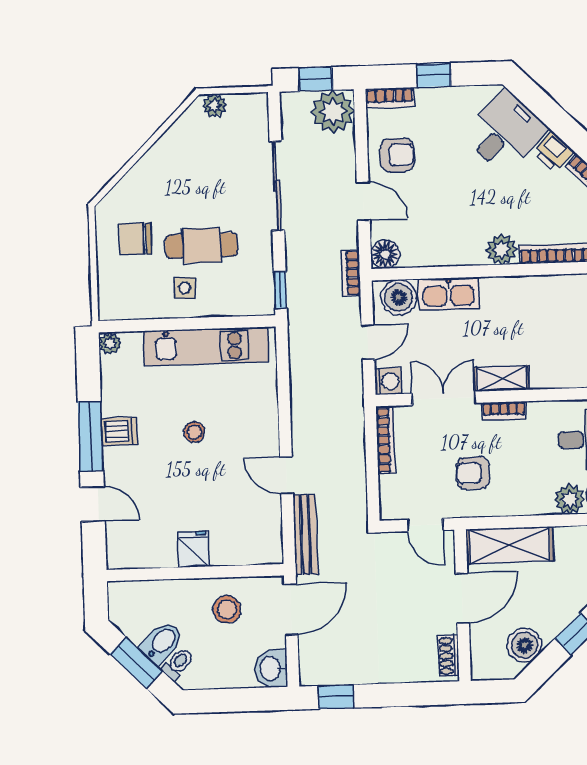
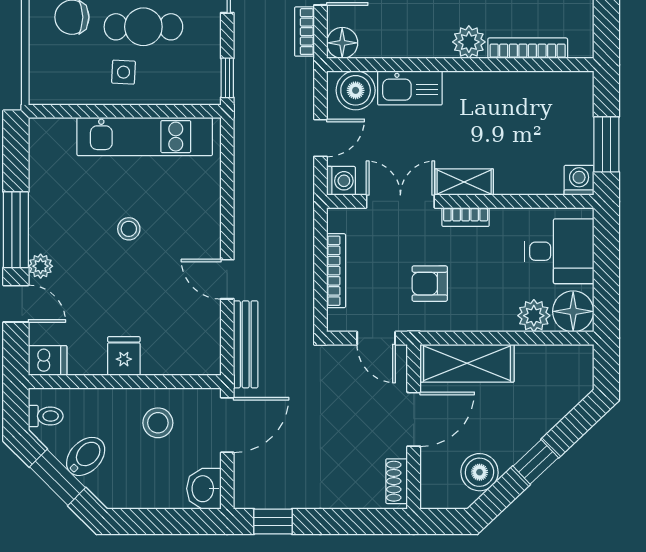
bookcase: (351, 273) -> (304, 32), moved
plant: (110, 343) -> (41, 266), moved
dishwasher: (119, 431) -> (48, 360), moved
bookcase: (386, 440) -> (336, 271), moved
toilet: (178, 664) -> (46, 416), moved, turned 45

